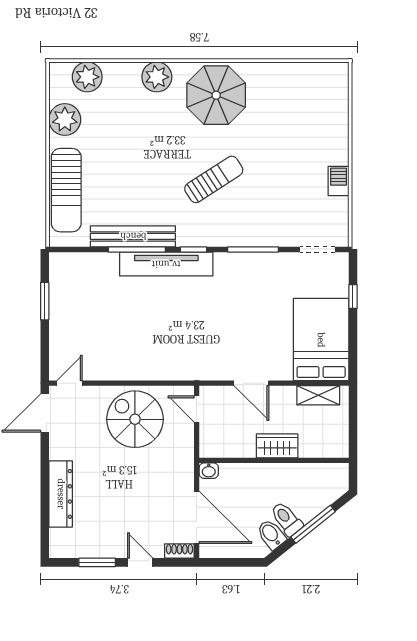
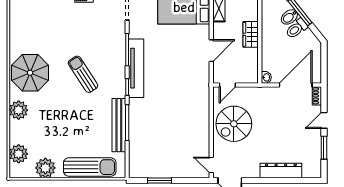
tv unit: (166, 264) -> (136, 68), moved
bidet: (271, 534) -> (289, 17), moved

